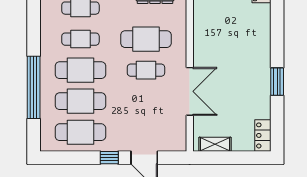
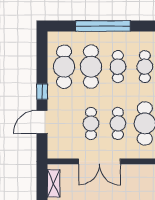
cafe table: (80, 70) -> (118, 67), width x0.73, depth x0.74
cafe table: (146, 101) -> (91, 123), added

